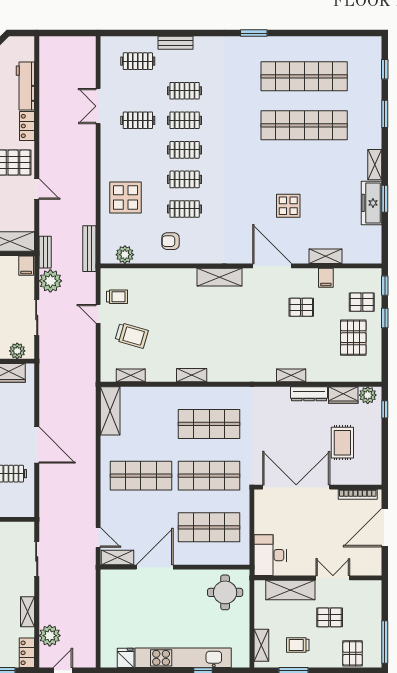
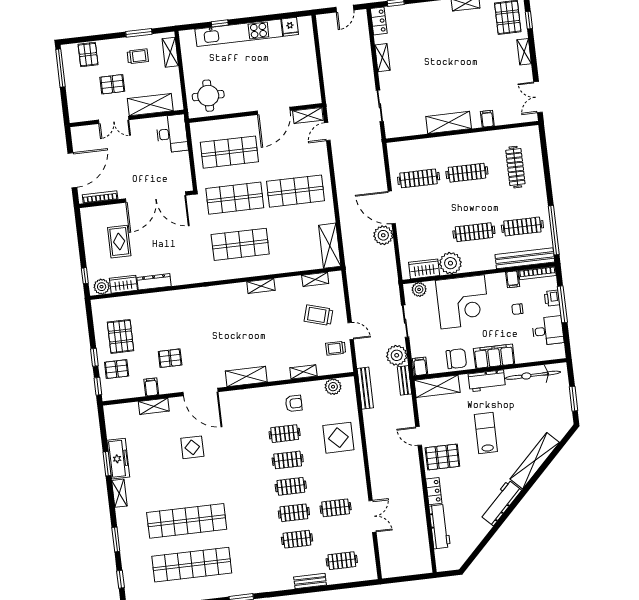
shelving: (291, 375) -> (303, 372), moved
door: (98, 537) -> (327, 131), hinge flipped
plant: (50, 636) -> (383, 235), moved

